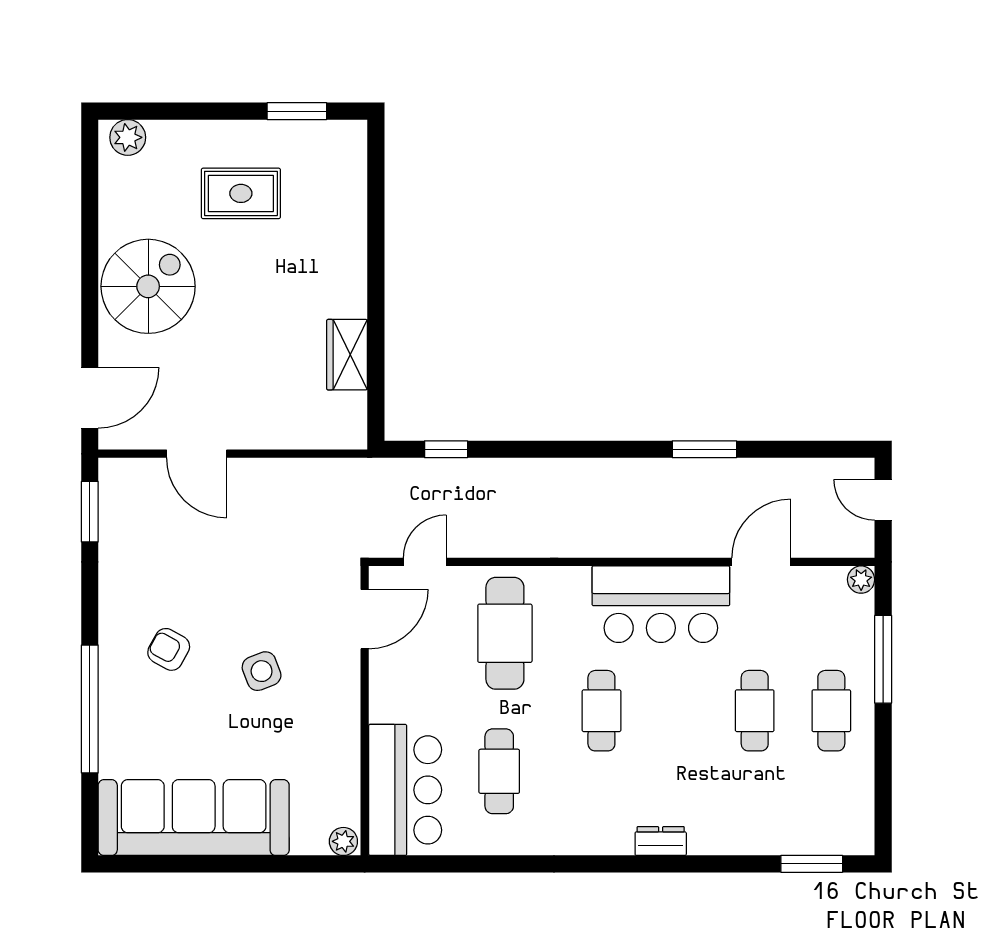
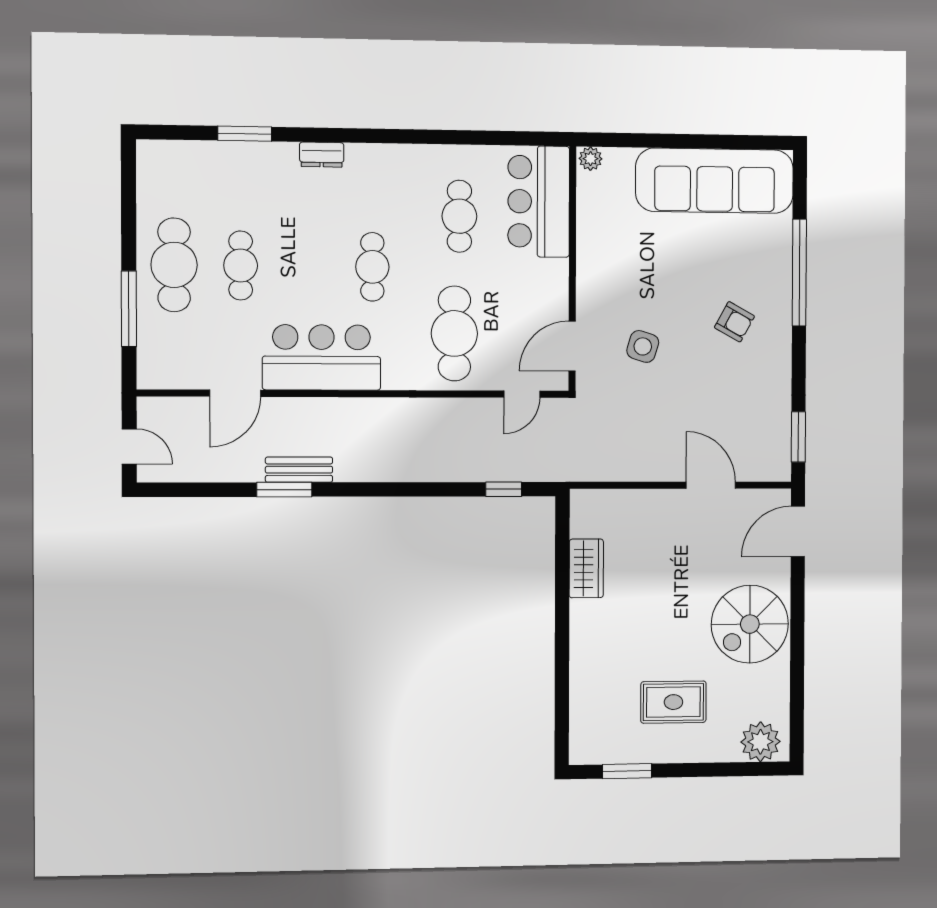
plant: (128, 137) -> (760, 742), width x1.36, depth x1.36
bench: (687, 473) -> (299, 470), added
plant: (861, 580) -> (148, 378), removed
side table: (262, 671) -> (643, 346), moved, turned 38
cafe table: (831, 711) -> (174, 265), width x1.37, depth x1.35
window: (812, 864) -> (245, 134), moved

